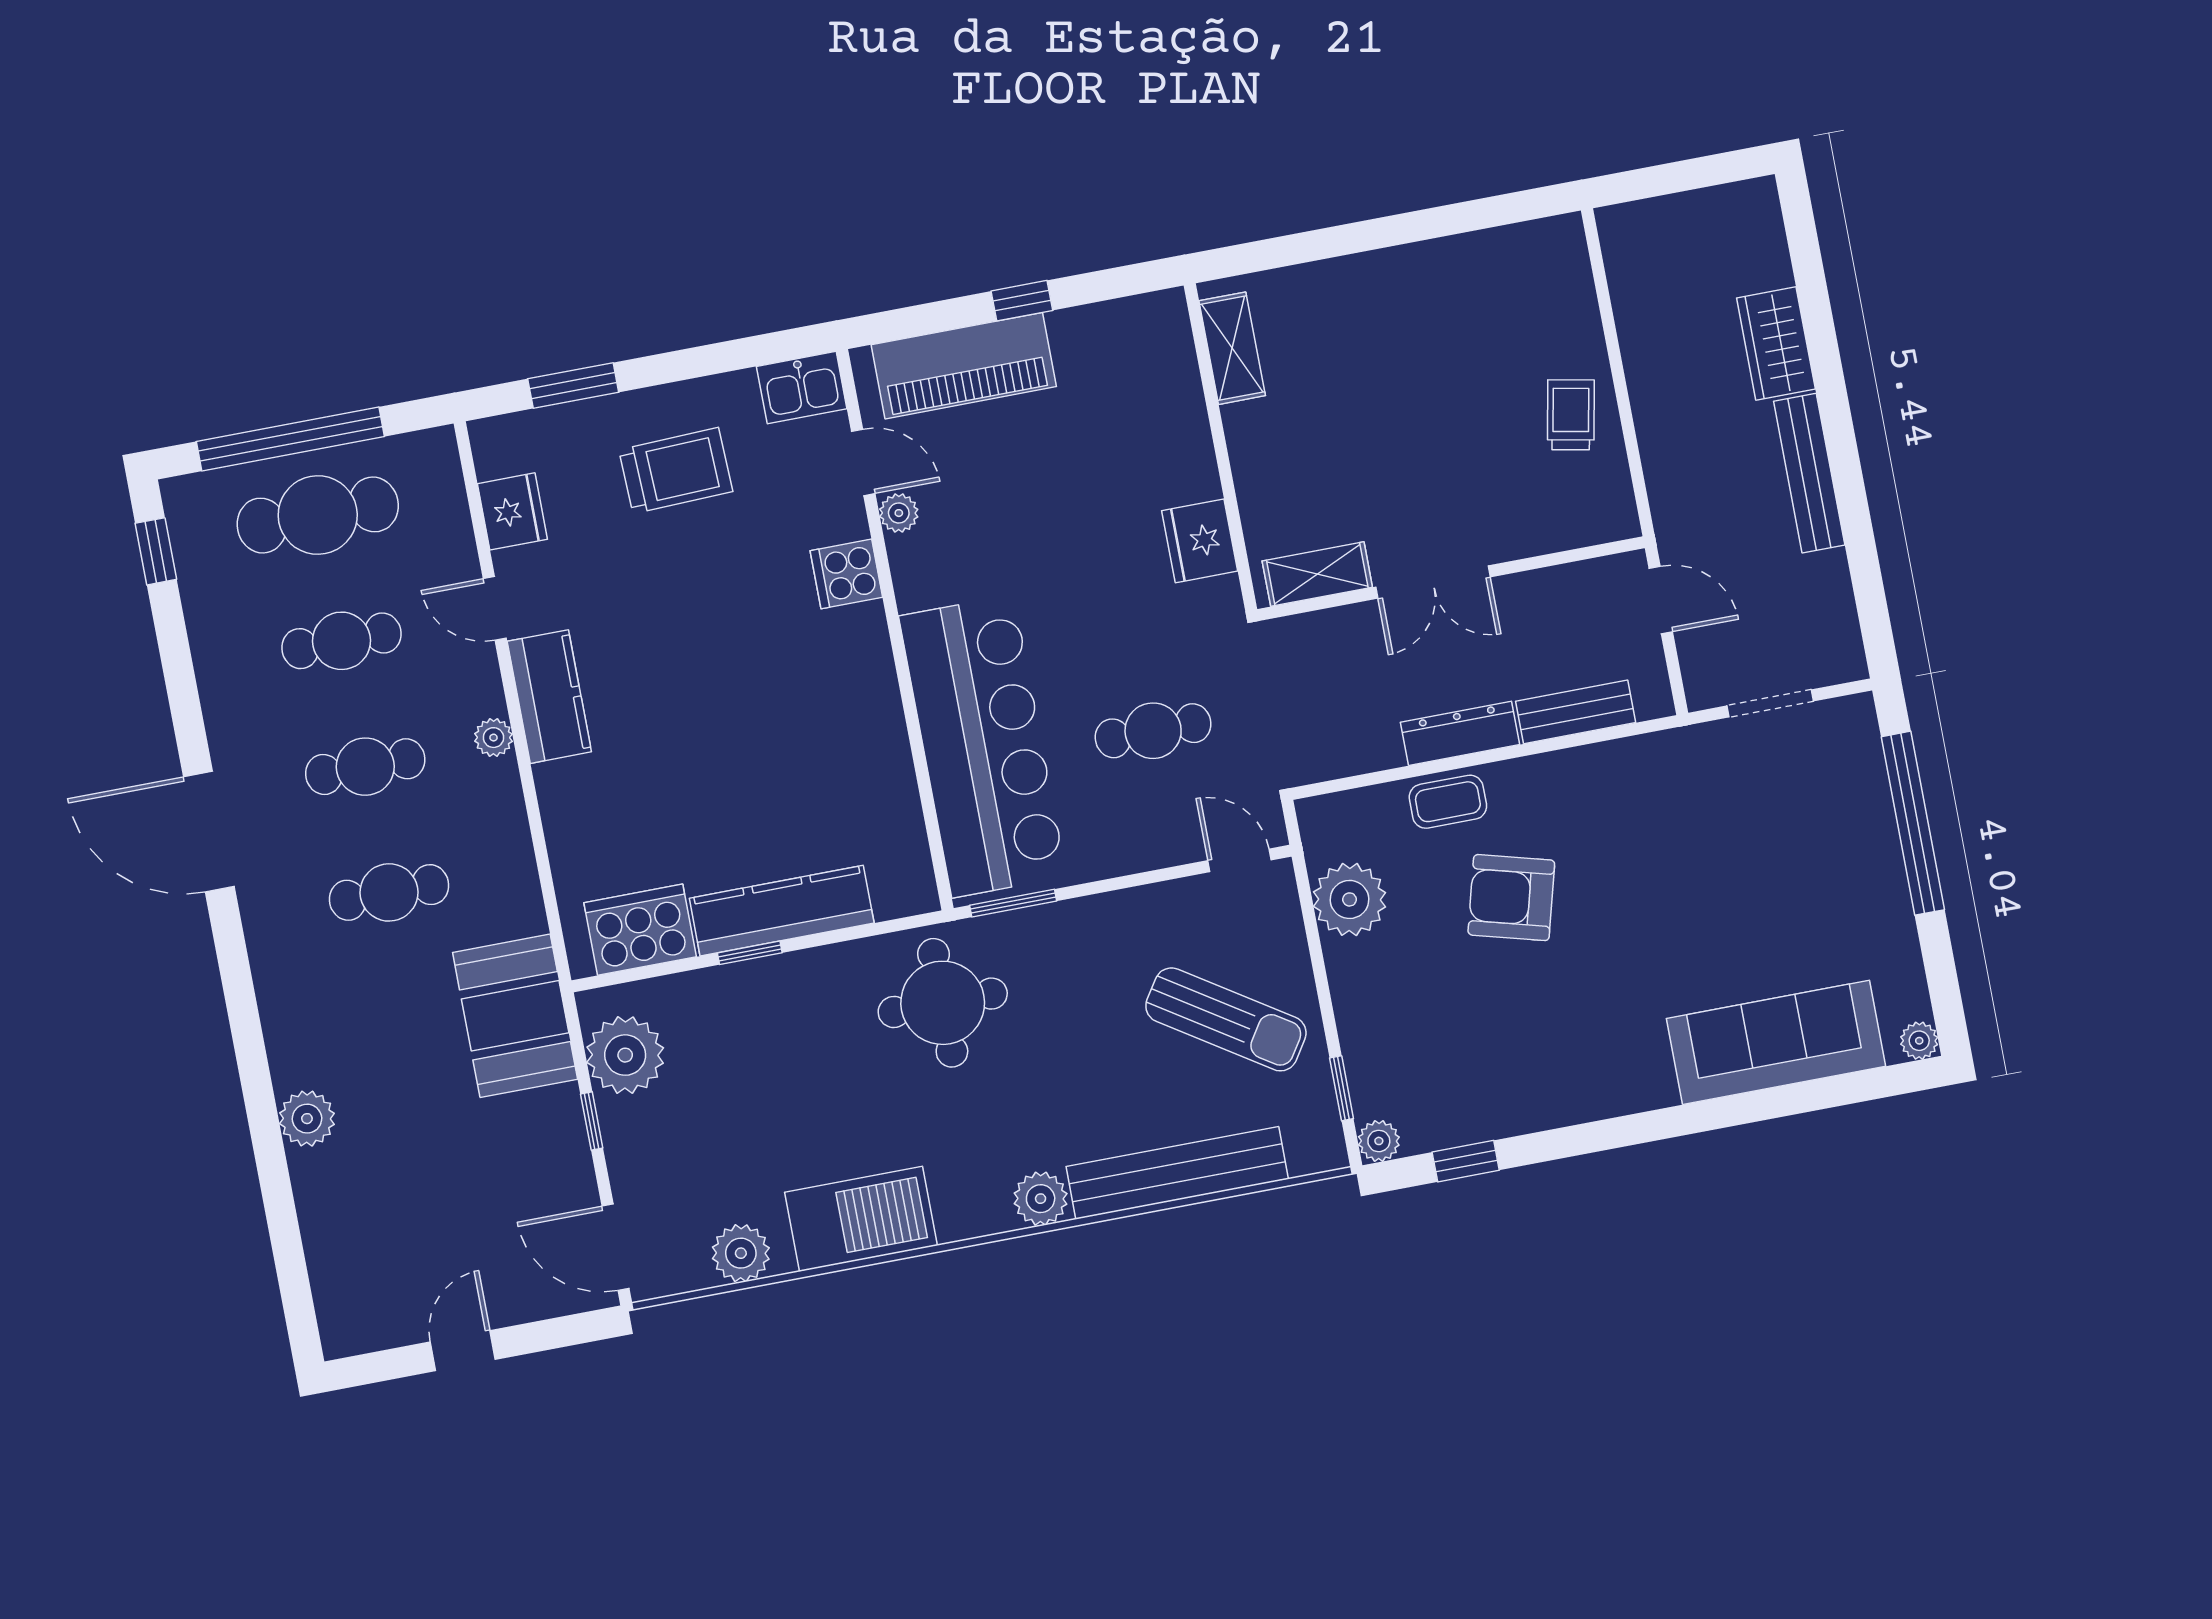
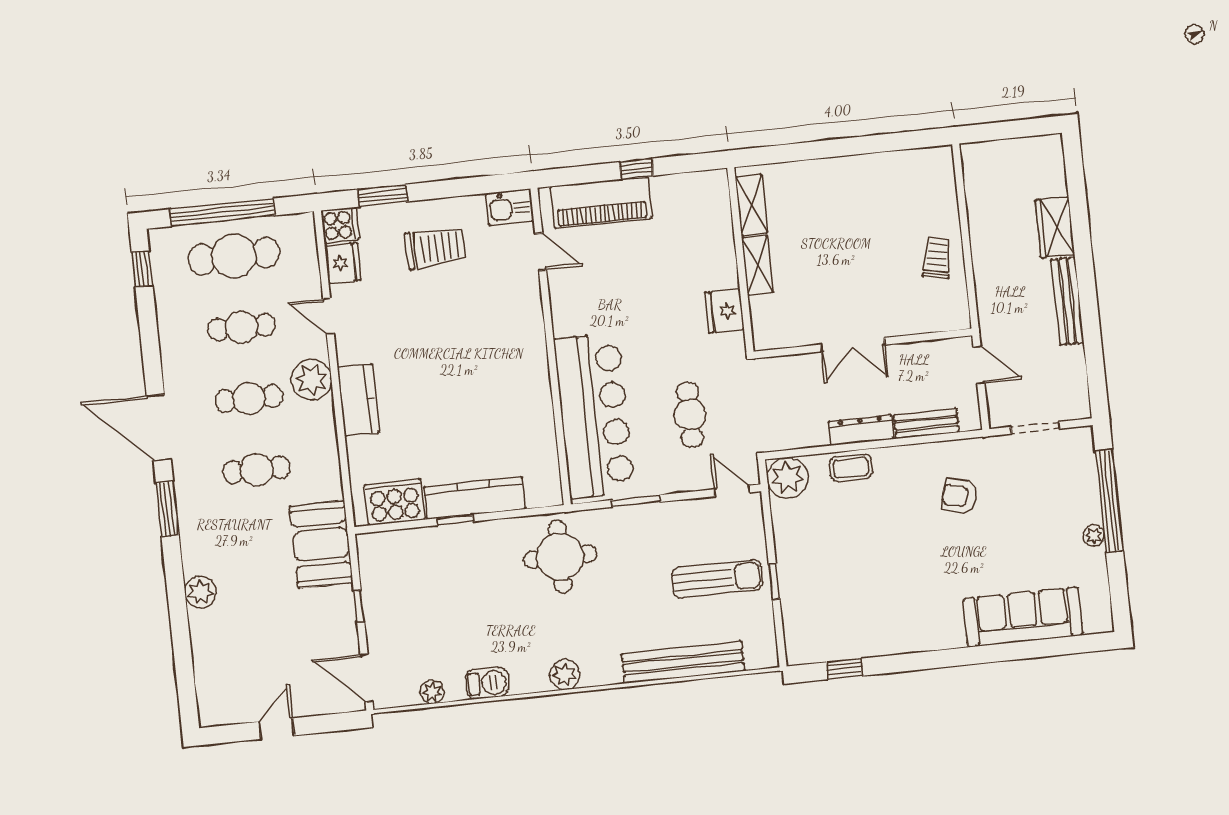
plant: (899, 513) -> (558, 282), removed
cooker: (846, 574) -> (340, 225), moved, turned 180
shelving: (1317, 574) -> (758, 265), moved, turned 90
kitchen counter: (549, 697) -> (358, 400), moved
cafe table: (1153, 731) -> (690, 415), turned 90
plant: (493, 738) -> (311, 380), width x1.88, depth x1.88
armchair: (1511, 898) -> (959, 496), moved, width x0.72, depth x0.72
plant: (1349, 899) -> (787, 478), moved
window: (1013, 903) -> (636, 501), moved
window: (236, 975) -> (167, 509), added
sun lounger: (1226, 1019) -> (717, 579), turned -33
plant: (1919, 1041) -> (1094, 536), moved
plant: (625, 1055) -> (381, 571), removed
window: (1342, 1088) -> (774, 581), moved
plant: (1379, 1141) -> (797, 654), removed
plant: (1041, 1199) -> (565, 675), moved
barbecue: (861, 1219) -> (487, 683), width x0.53, depth x0.65
plant: (741, 1253) -> (432, 692), width x0.73, depth x0.73

